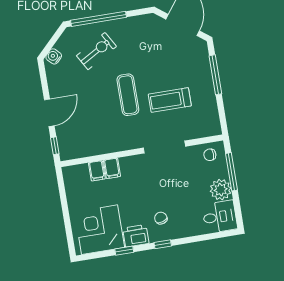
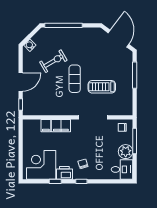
exercise bike: (97, 51) -> (53, 61), moved
filing cabinet: (112, 168) -> (61, 126), width x2.00

